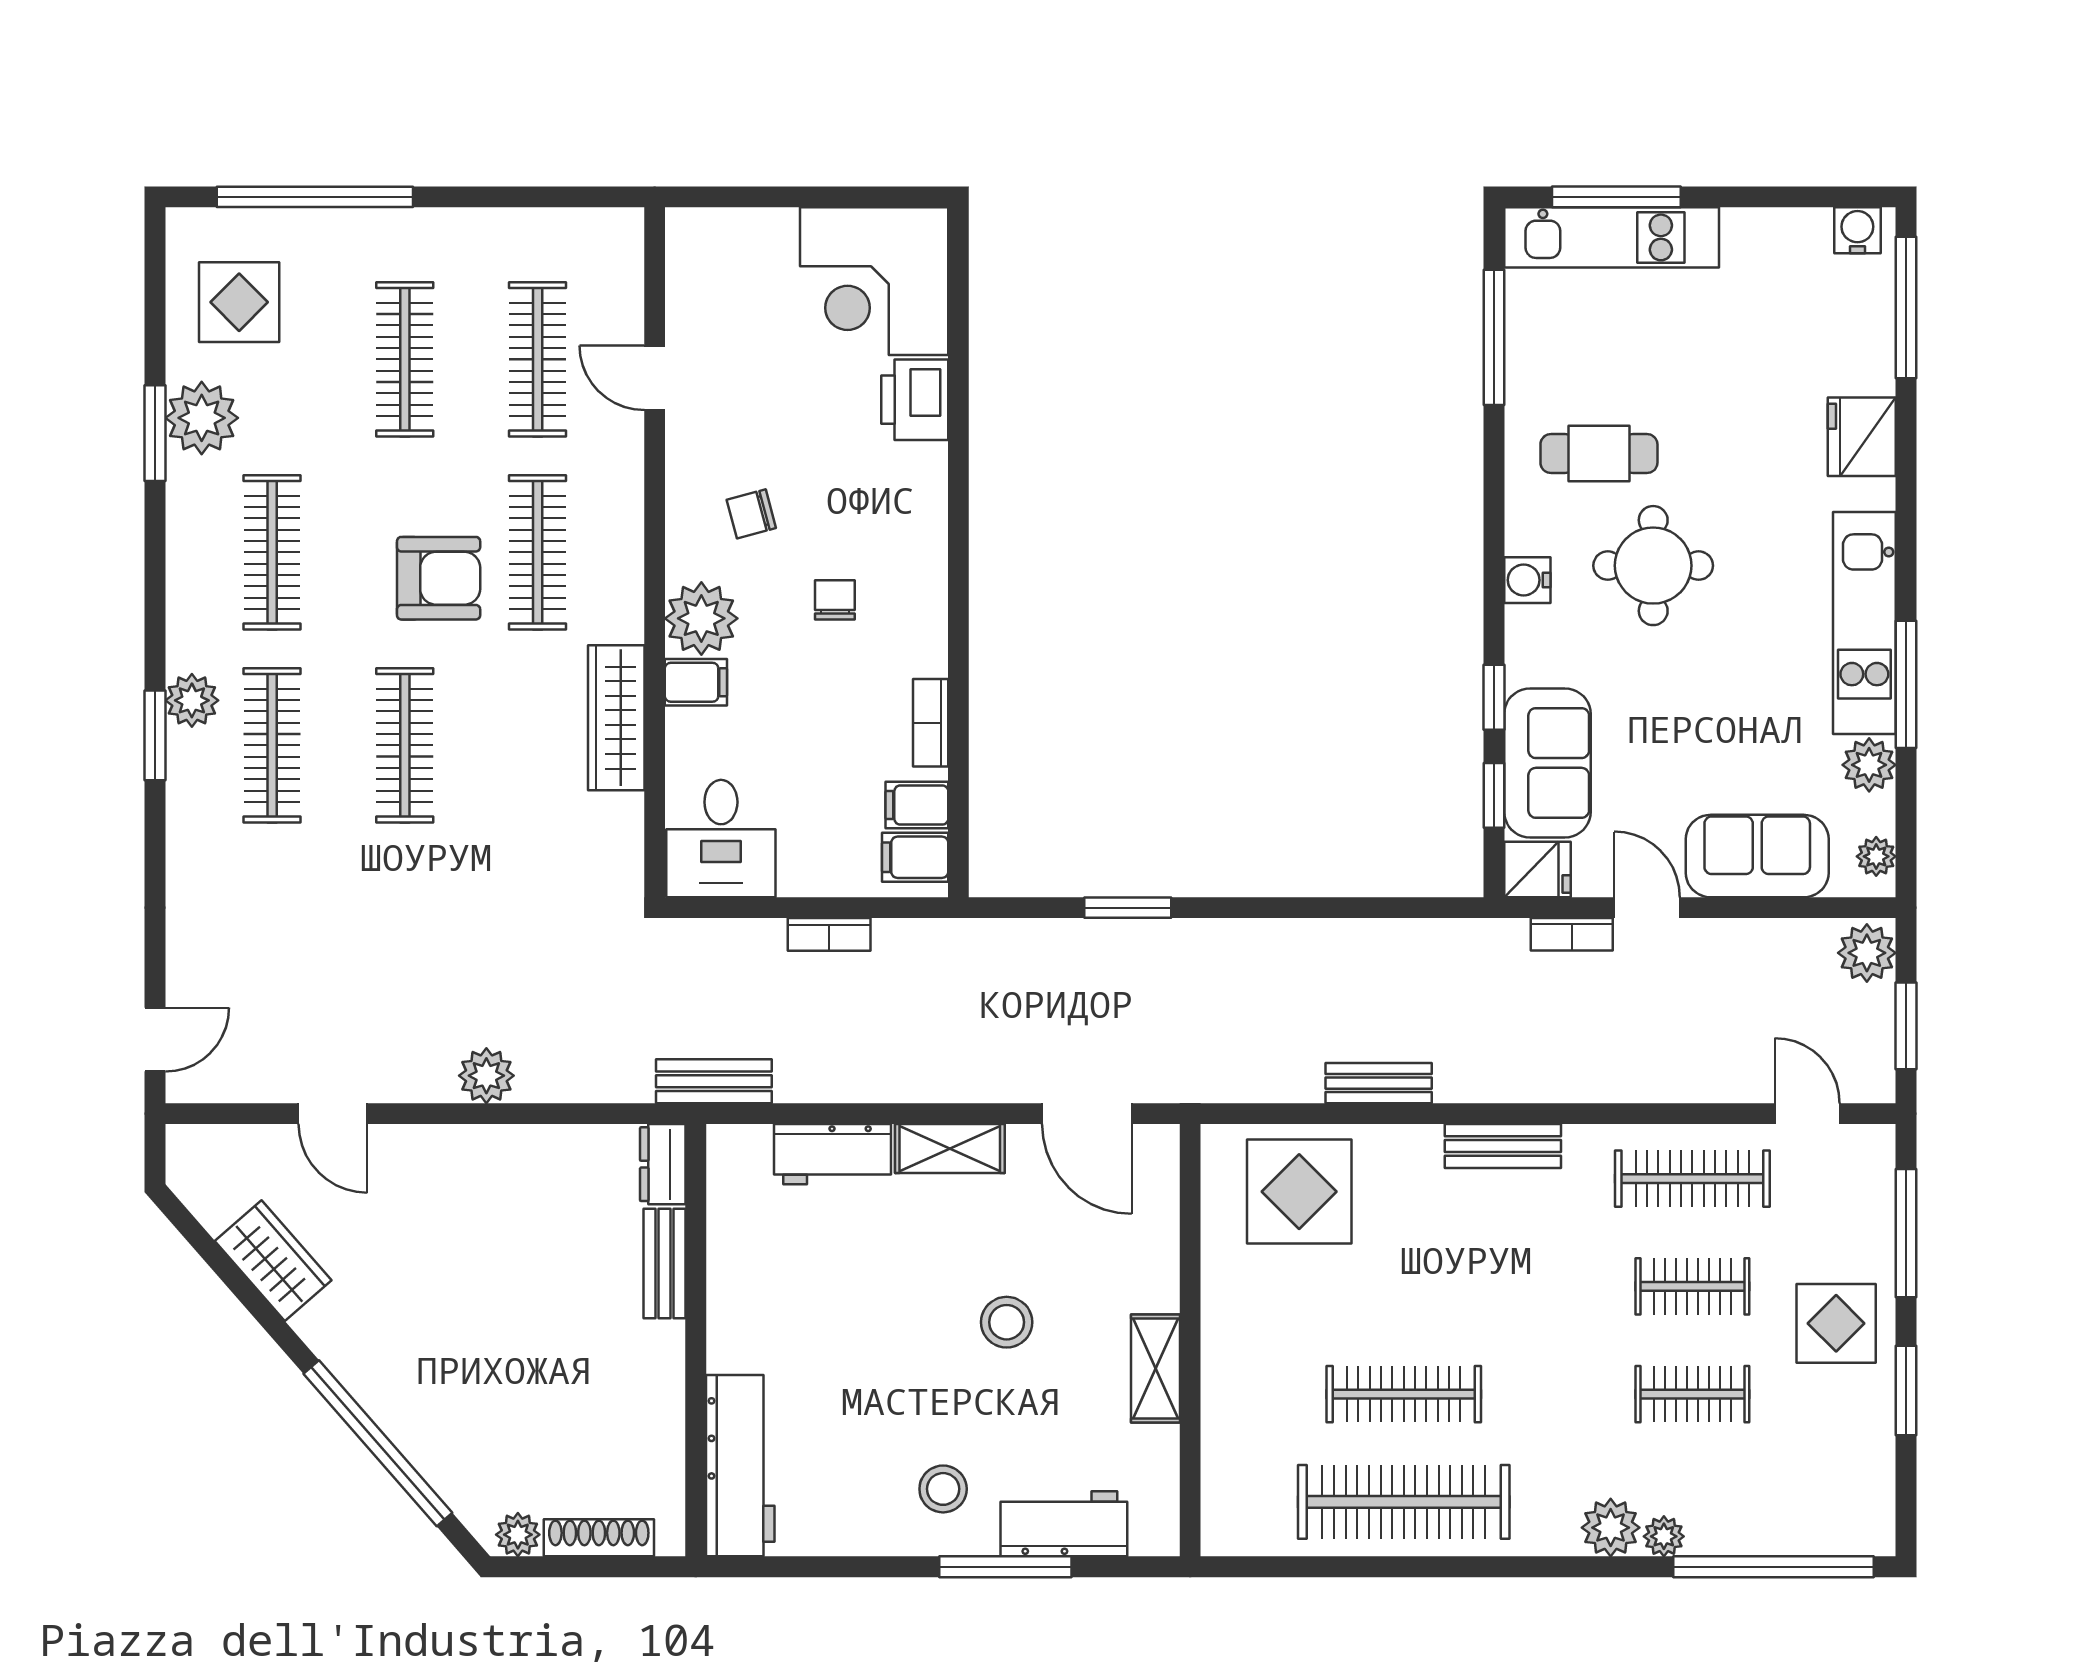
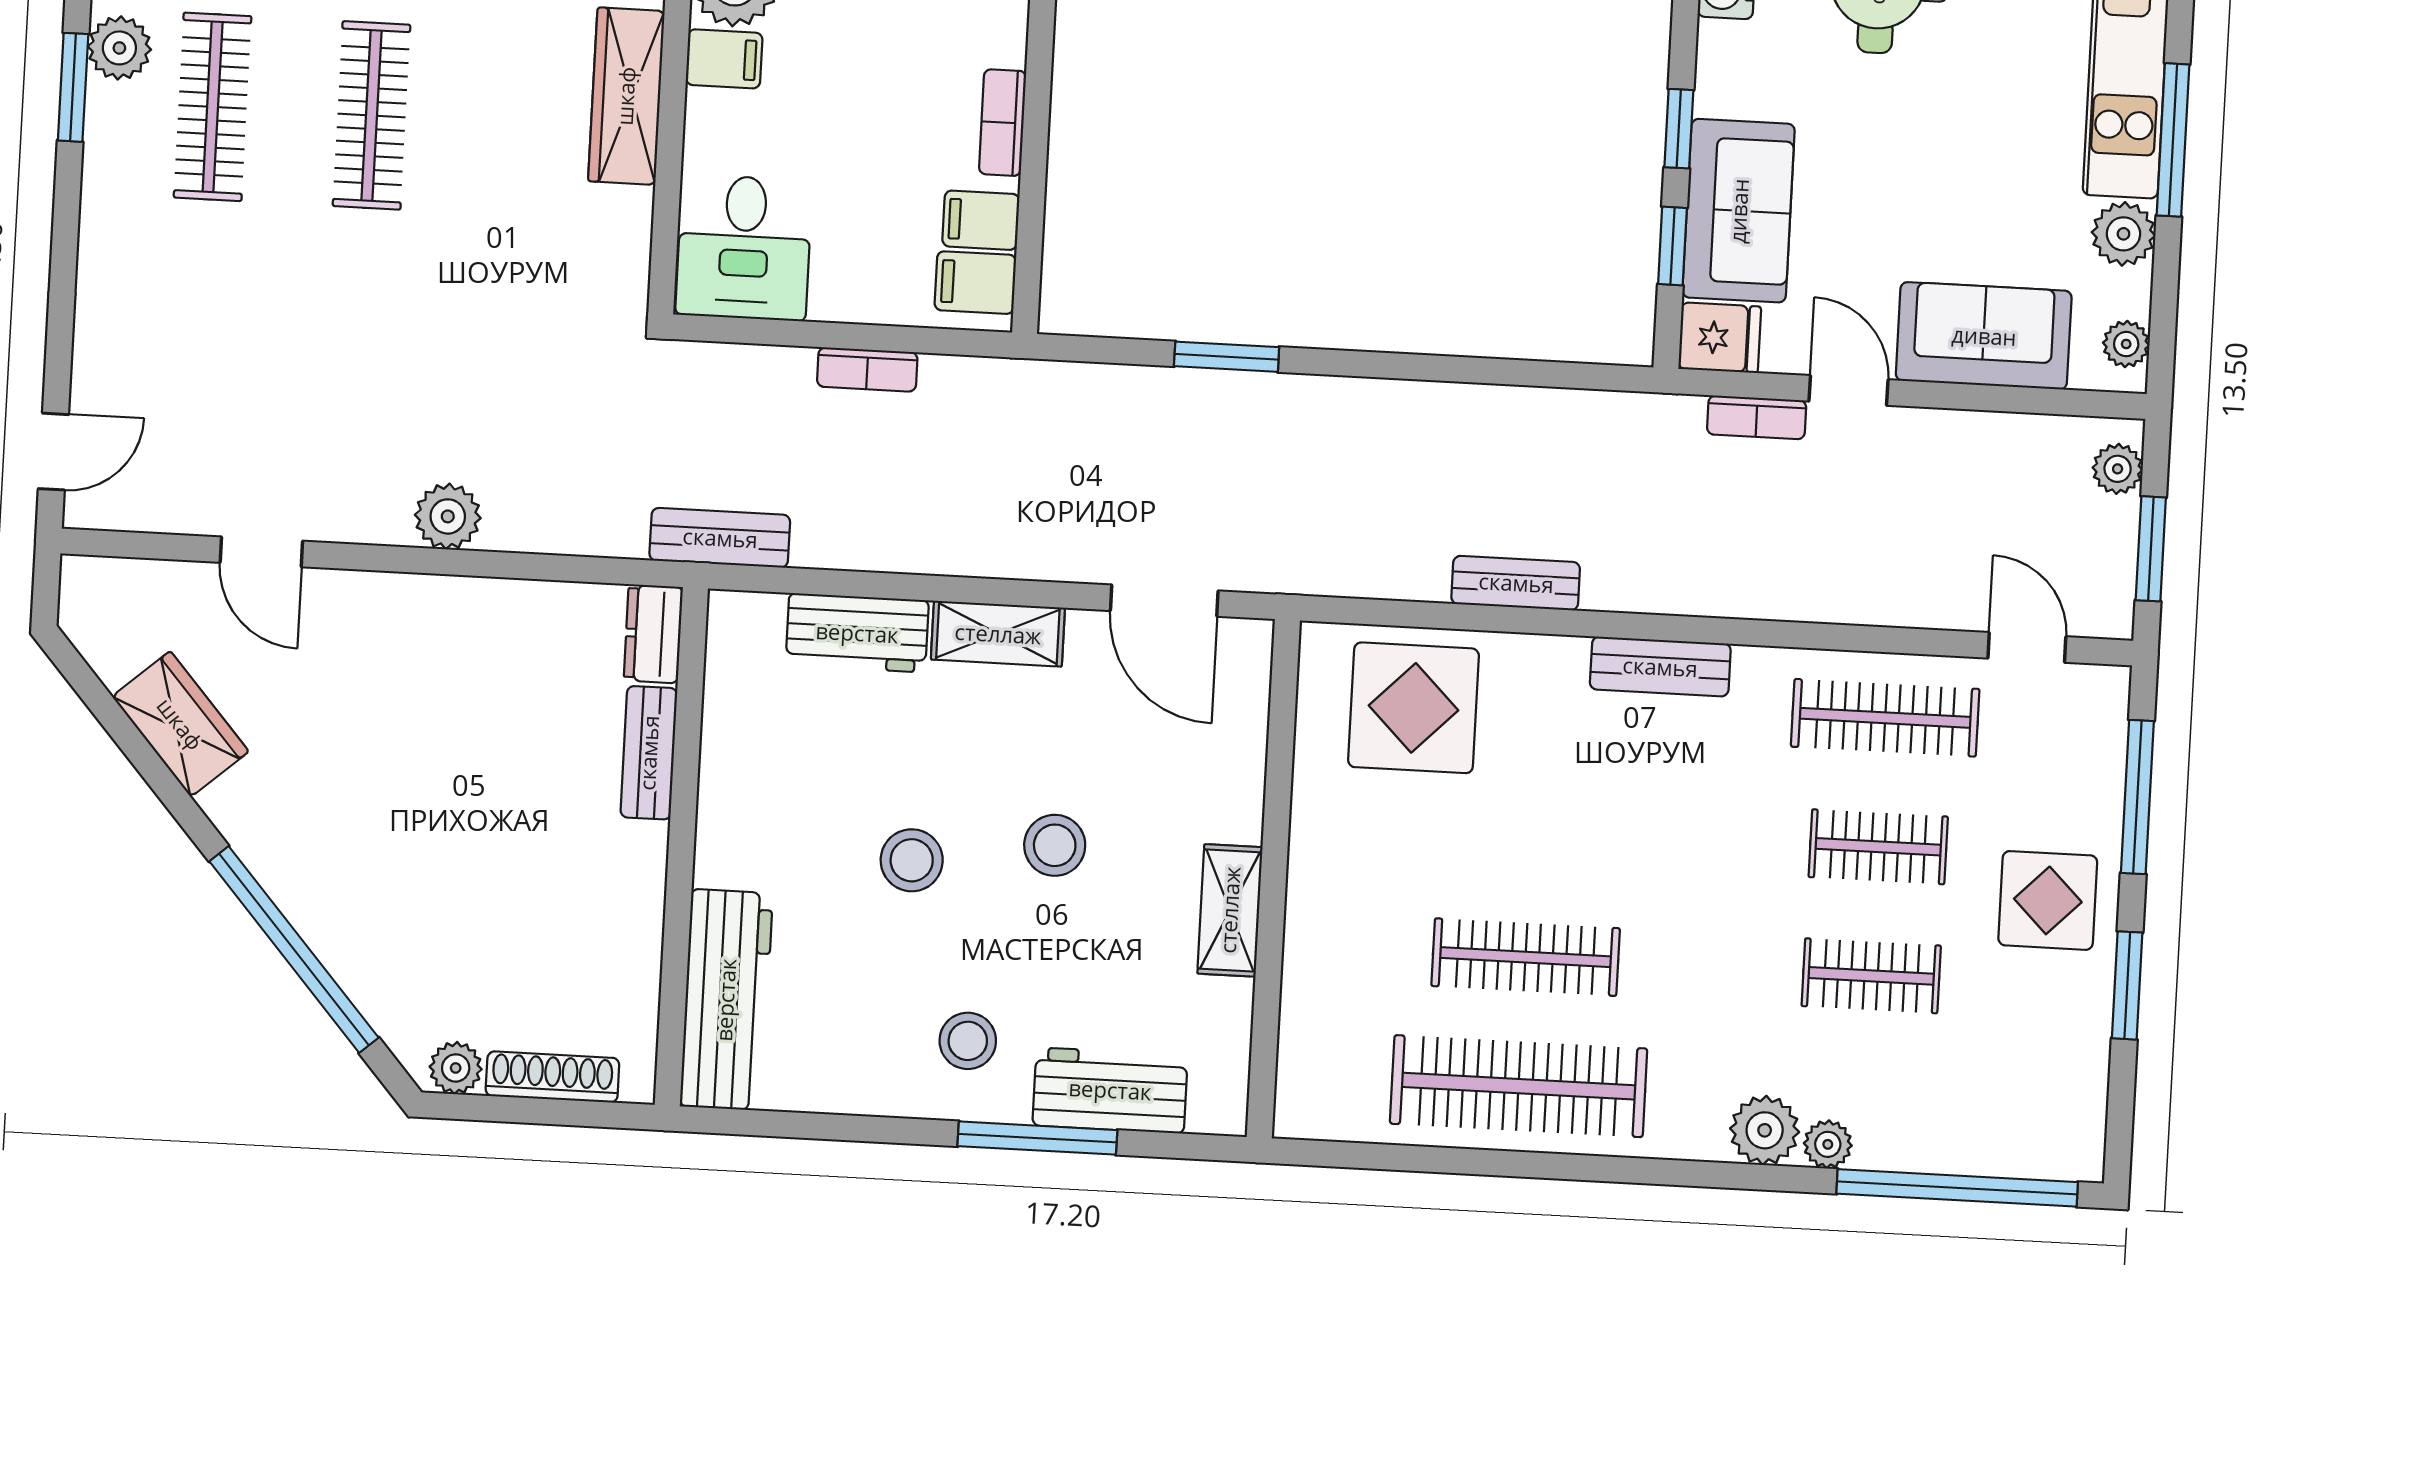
plant: (1867, 953) -> (2118, 469), width x0.73, depth x0.73
stool: (888, 1341) -> (912, 860), added

